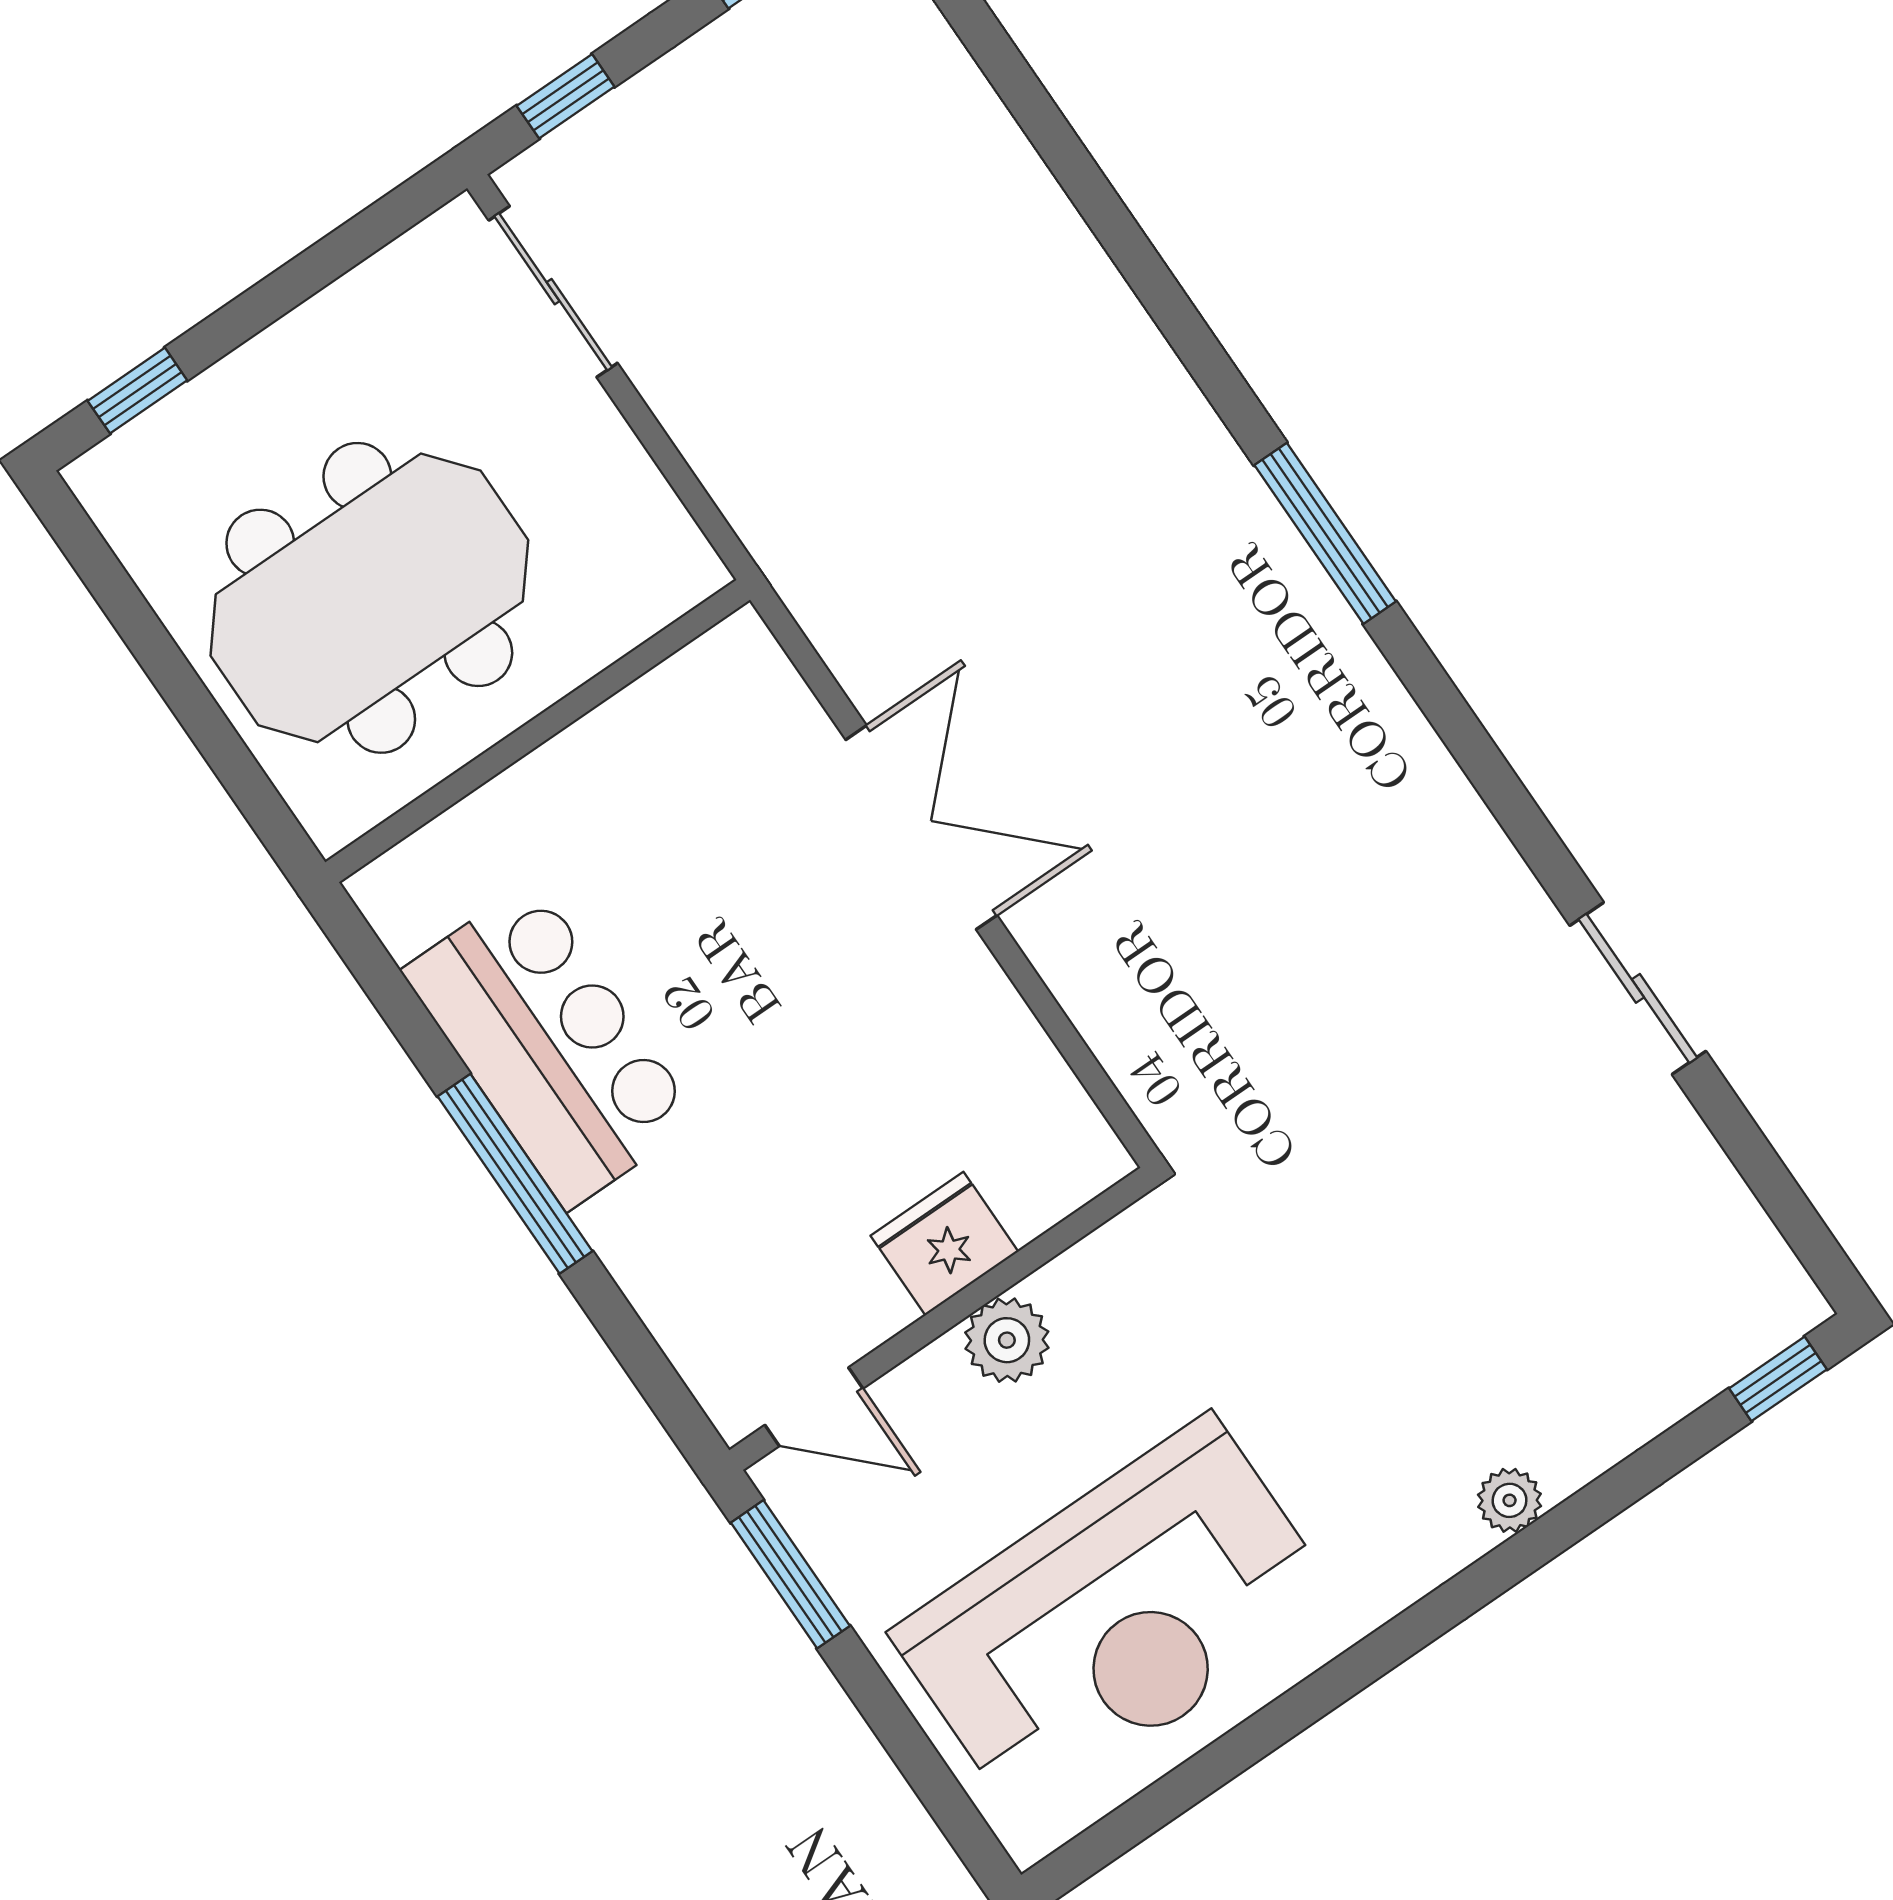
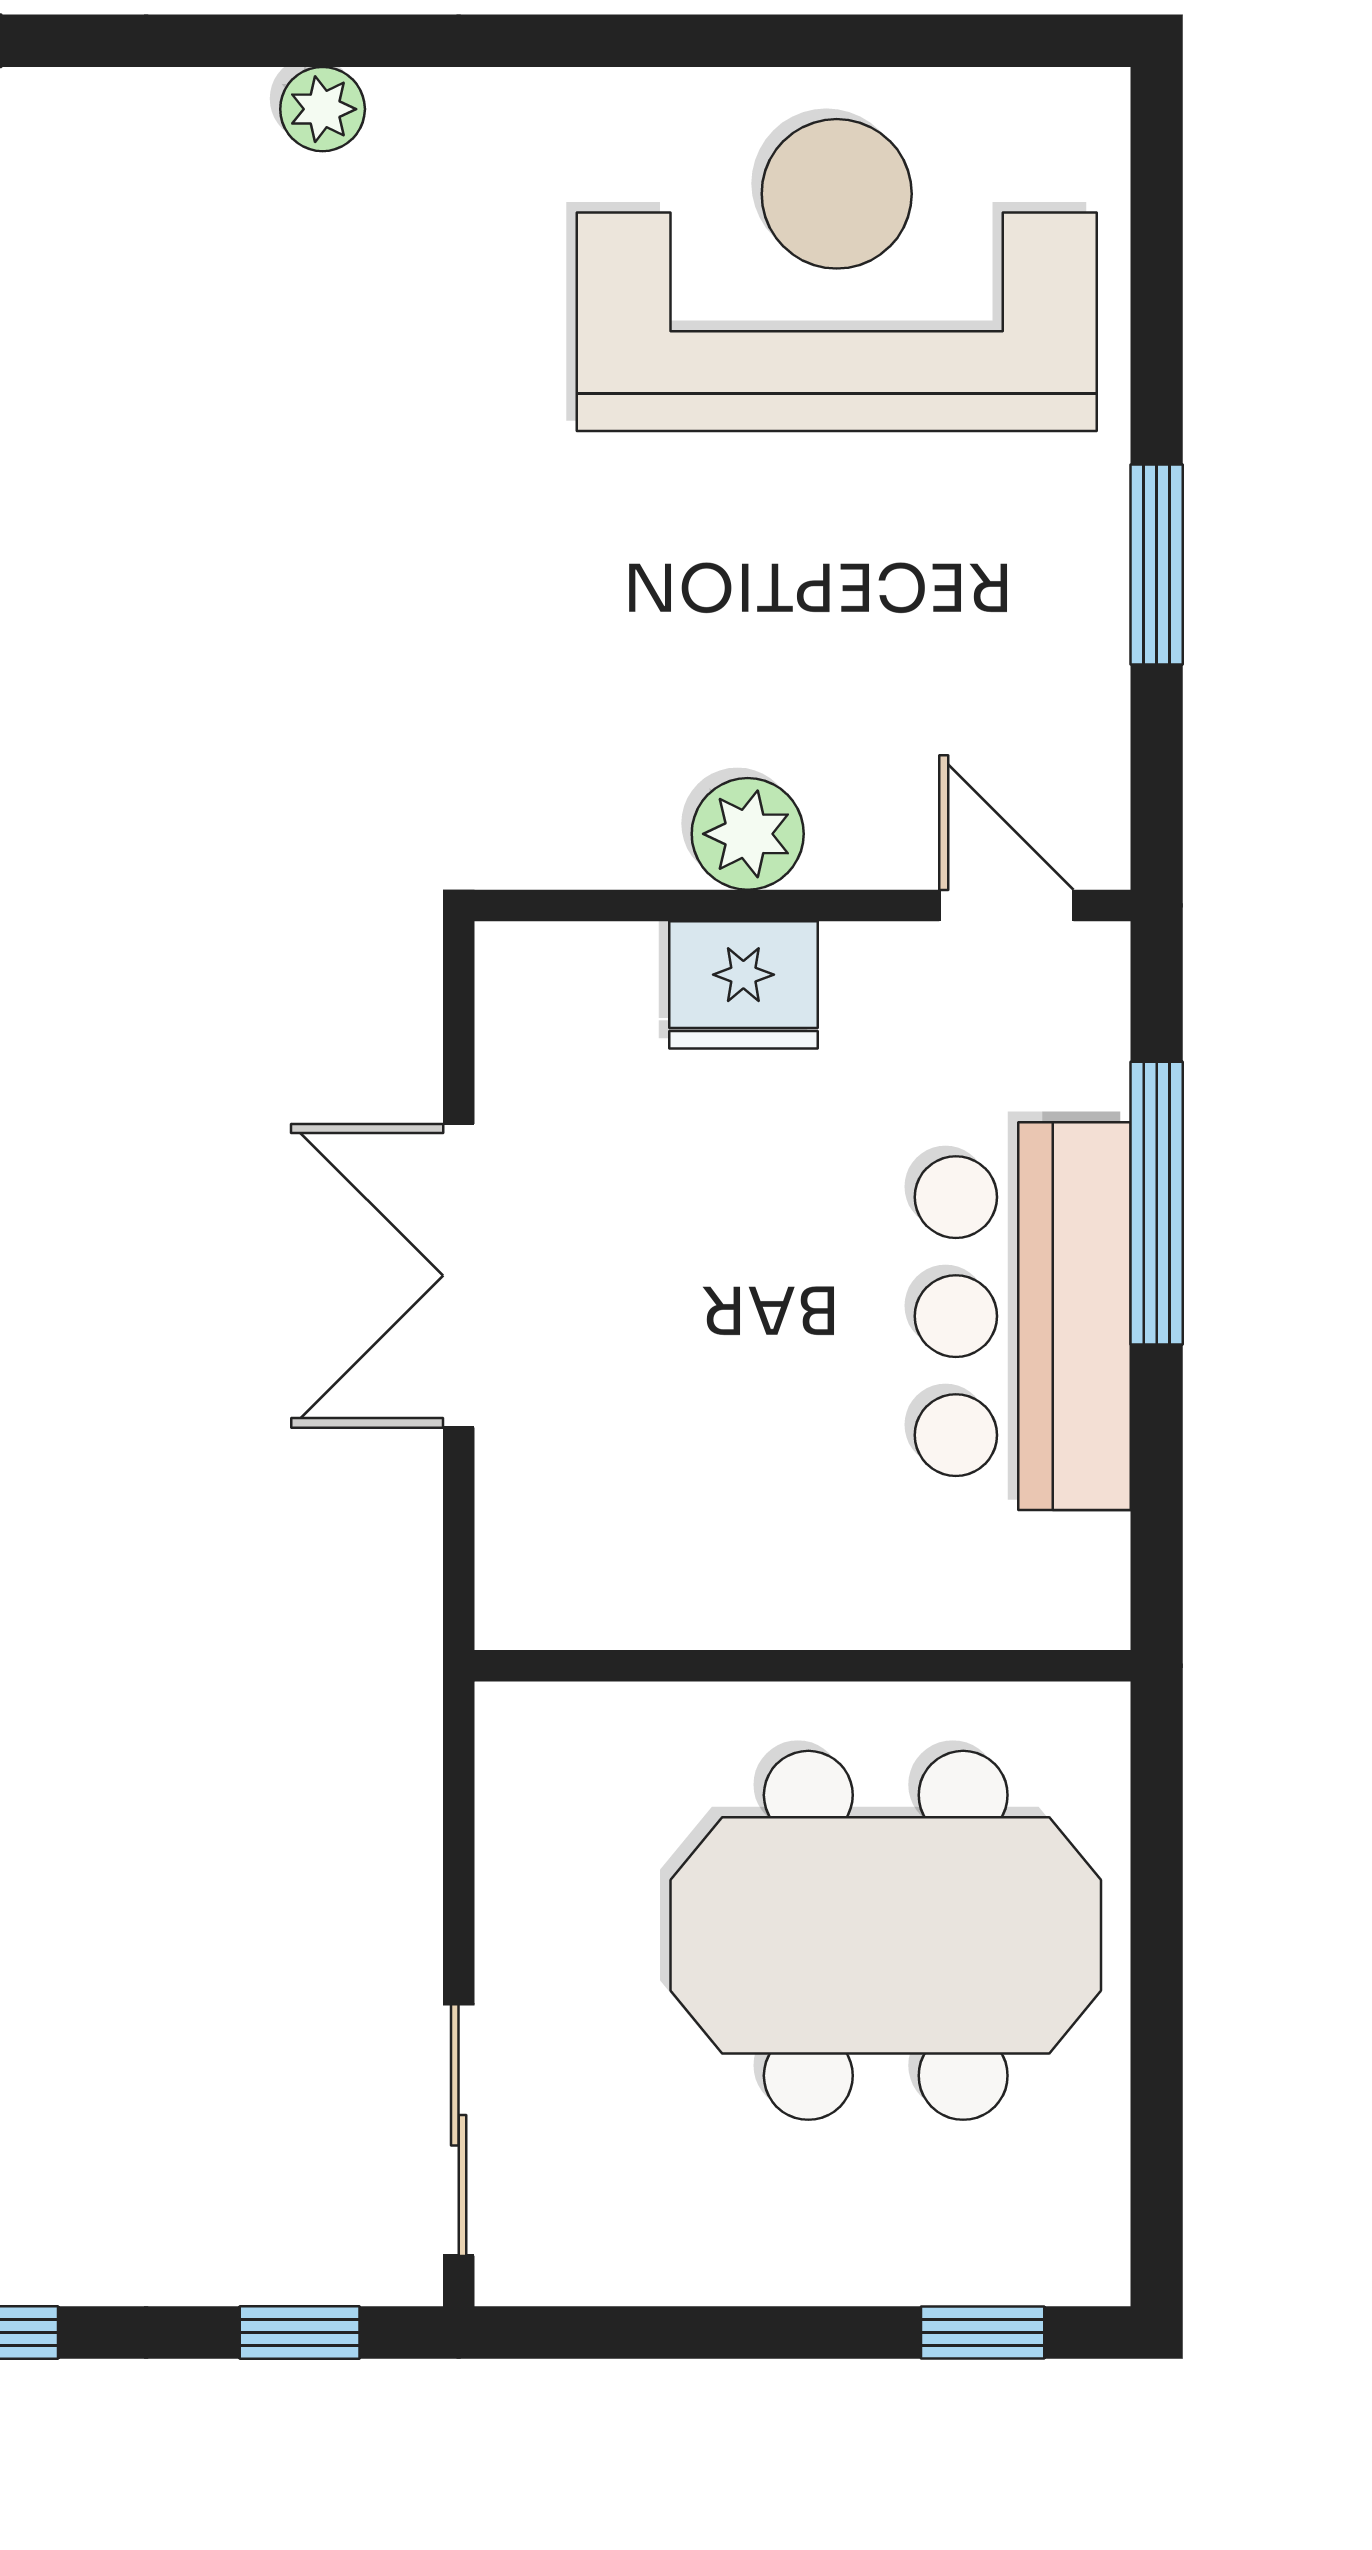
fridge: (944, 1244) -> (743, 985), moved
wall: (942, 1319) -> (802, 905), moved
plant: (1007, 1340) -> (748, 834), moved
door: (814, 1407) -> (1006, 905), moved

